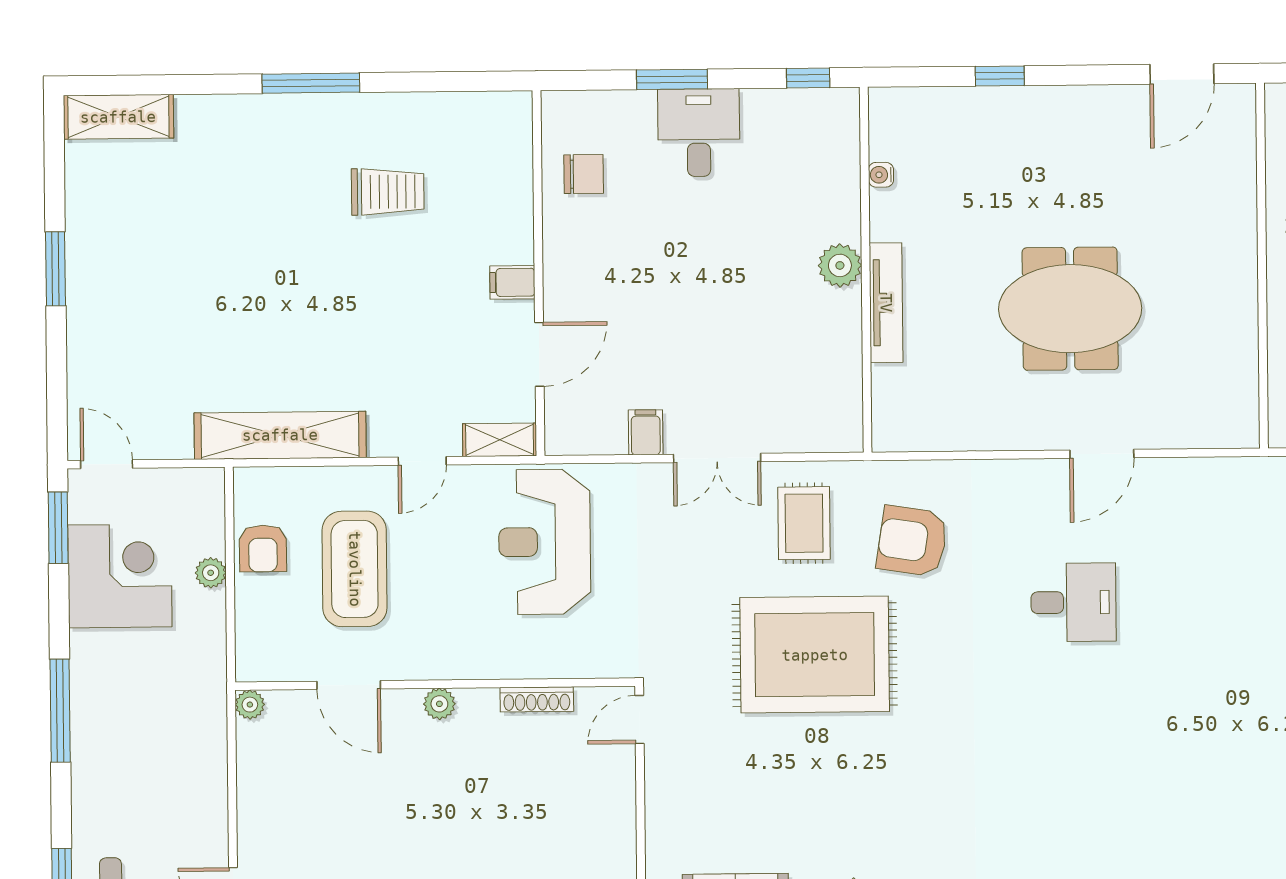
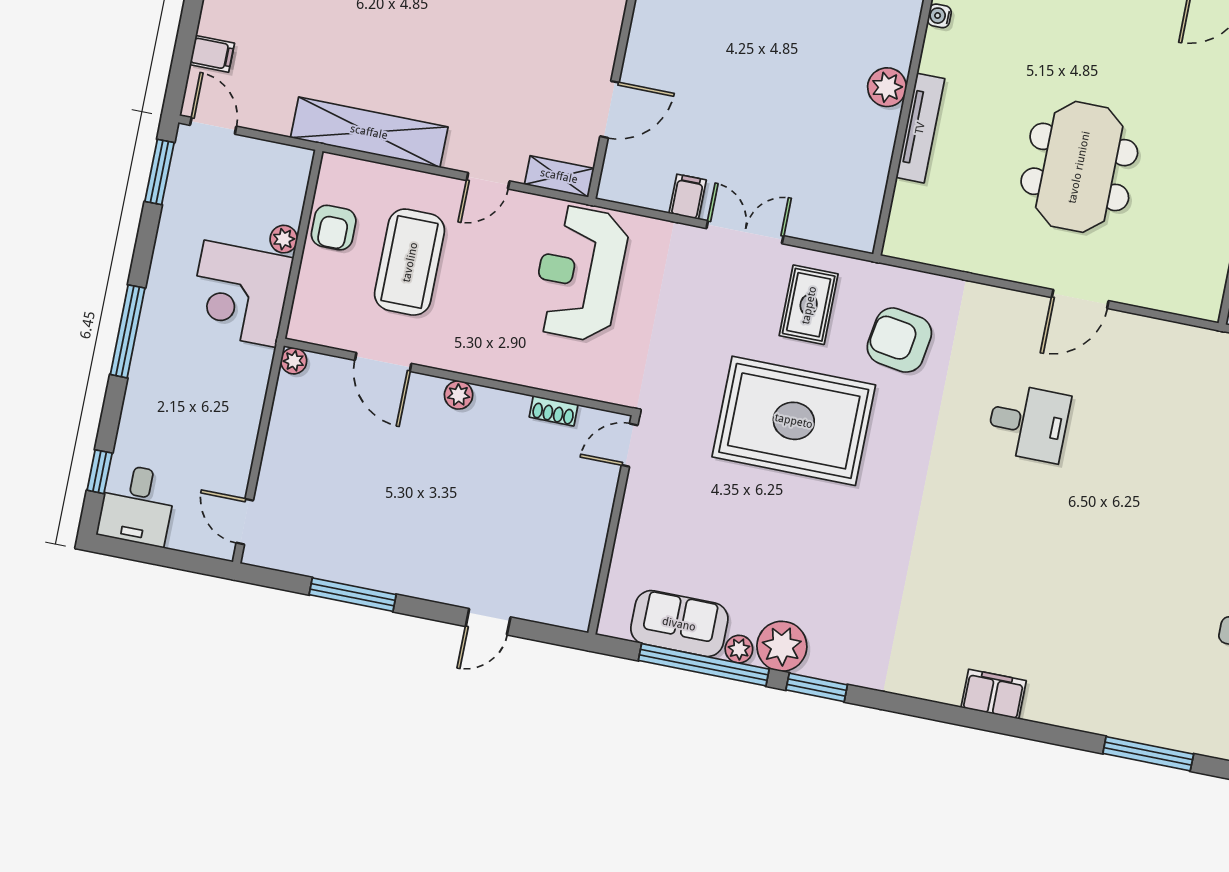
filing cabinet: (512, 282) -> (212, 54), moved, turned 180
meeting table: (1070, 309) -> (1079, 167), turned 90
double door: (717, 458) -> (745, 232), swing flipped
corner desk: (120, 576) -> (240, 294), moved, turned 180
shoe rack: (537, 699) -> (554, 411), width x0.70

